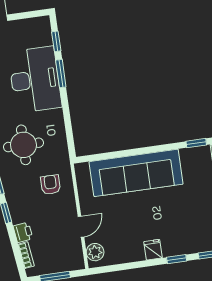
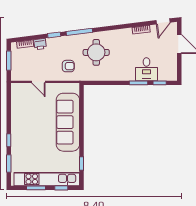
desk: (35, 80) -> (146, 69), width x0.53, depth x0.77
fridge: (153, 250) -> (17, 126), removed
plant: (95, 252) -> (21, 89), removed

